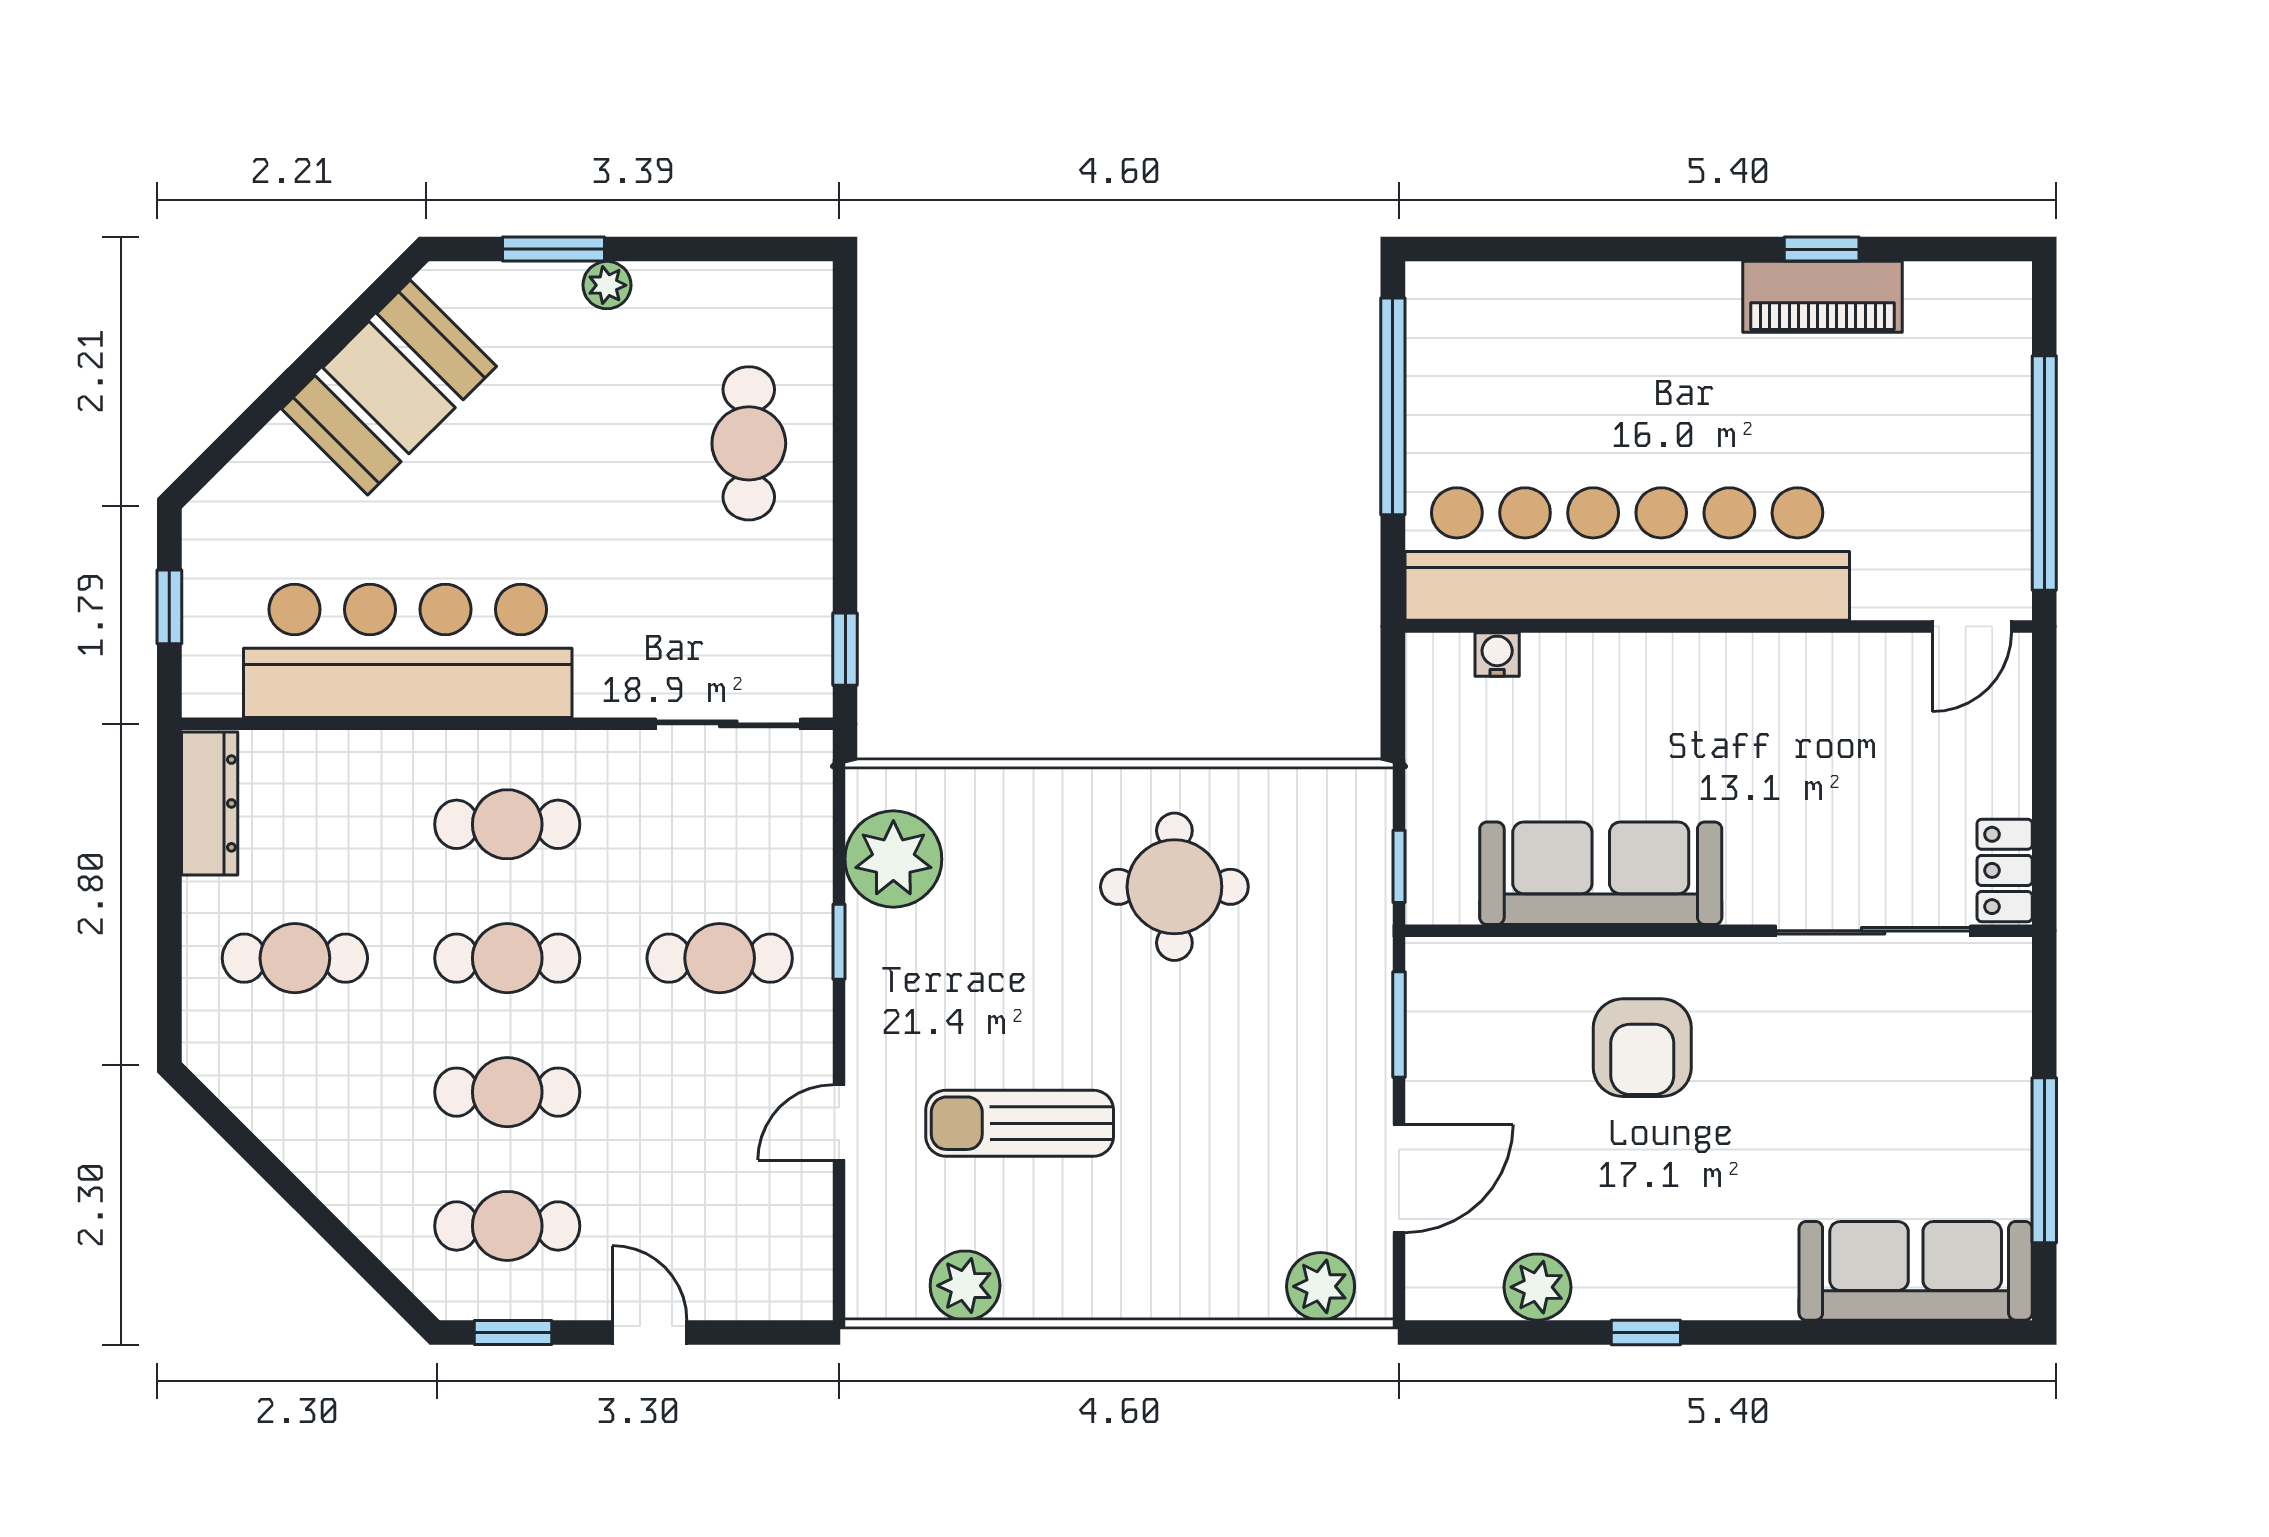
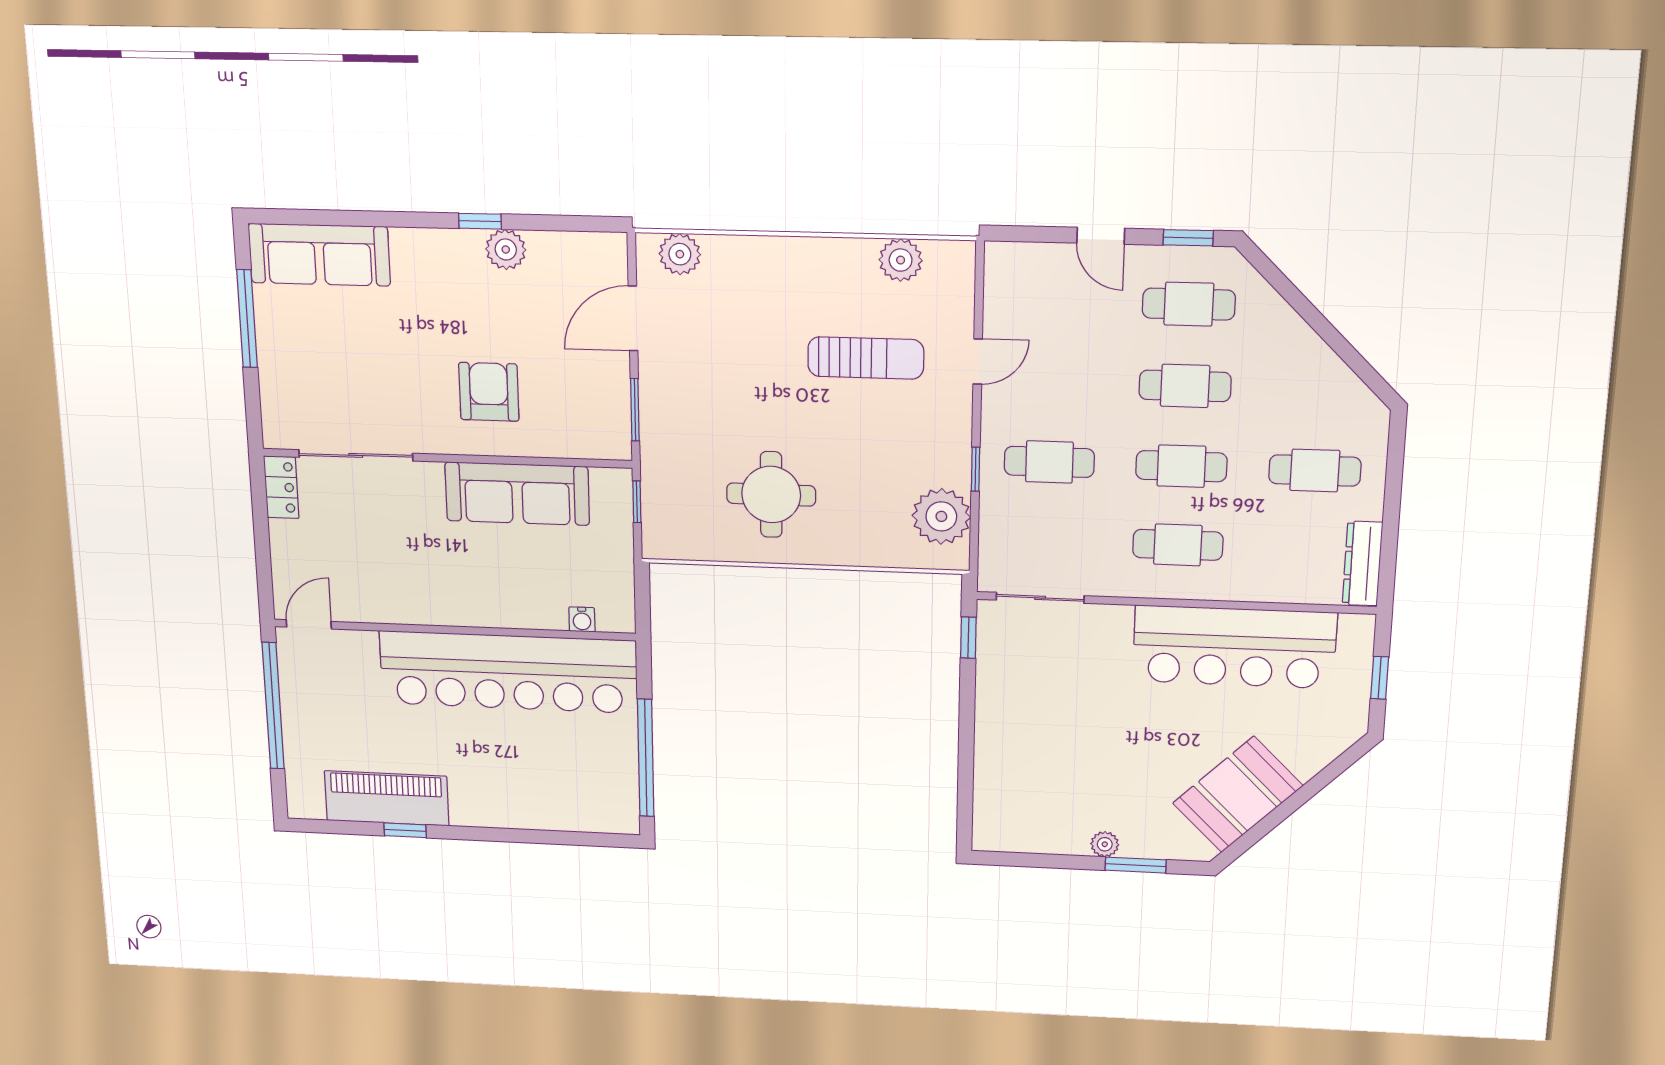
piano: (1822, 297) -> (387, 798), width x1.37, depth x1.33
cafe table: (749, 443) -> (1023, 754), removed
plant: (1537, 1287) -> (506, 249), moved

